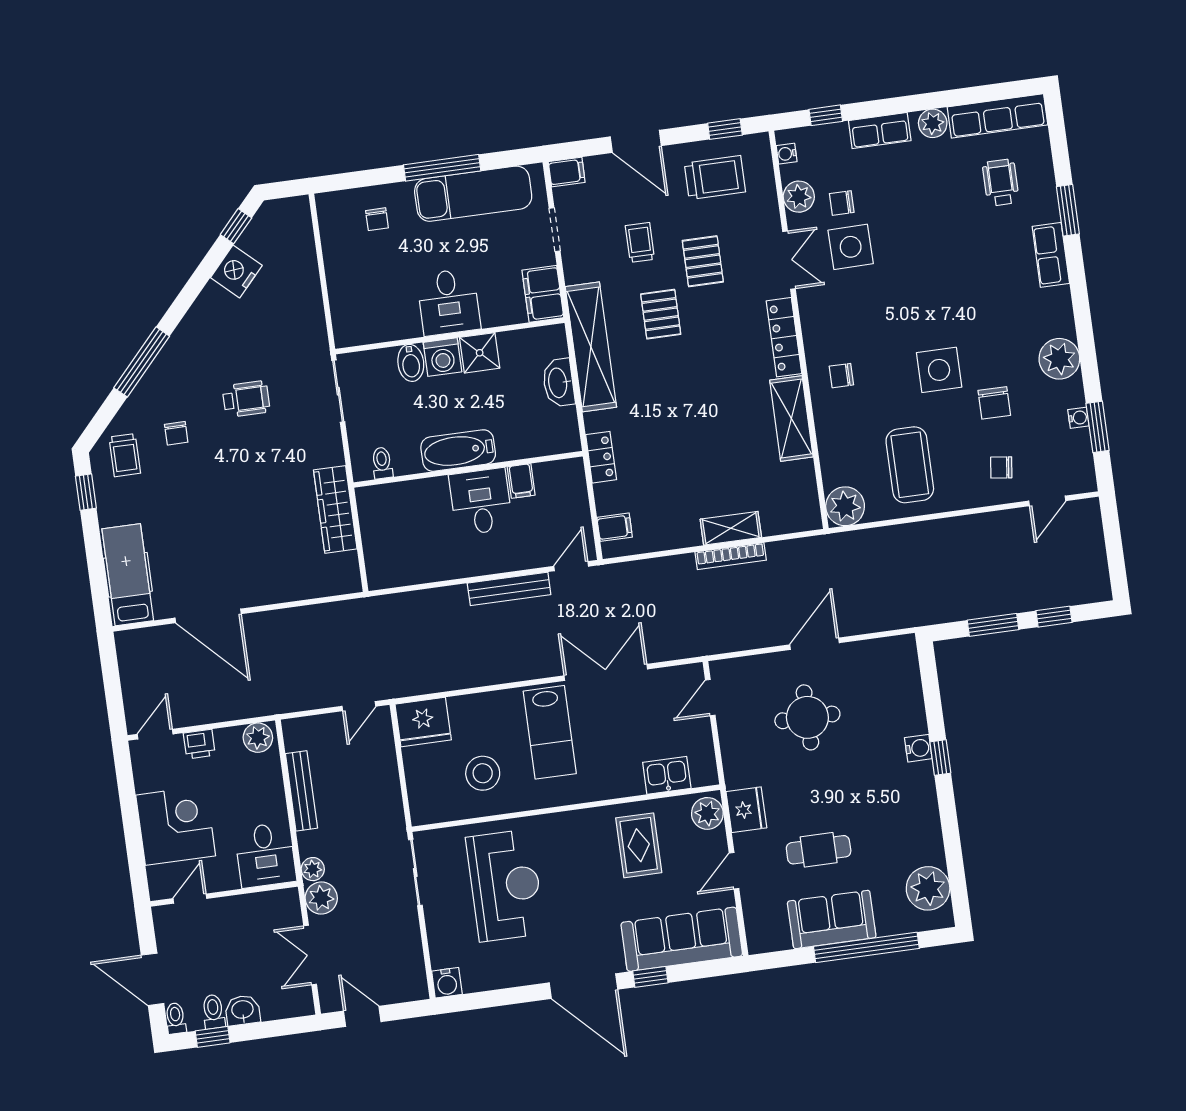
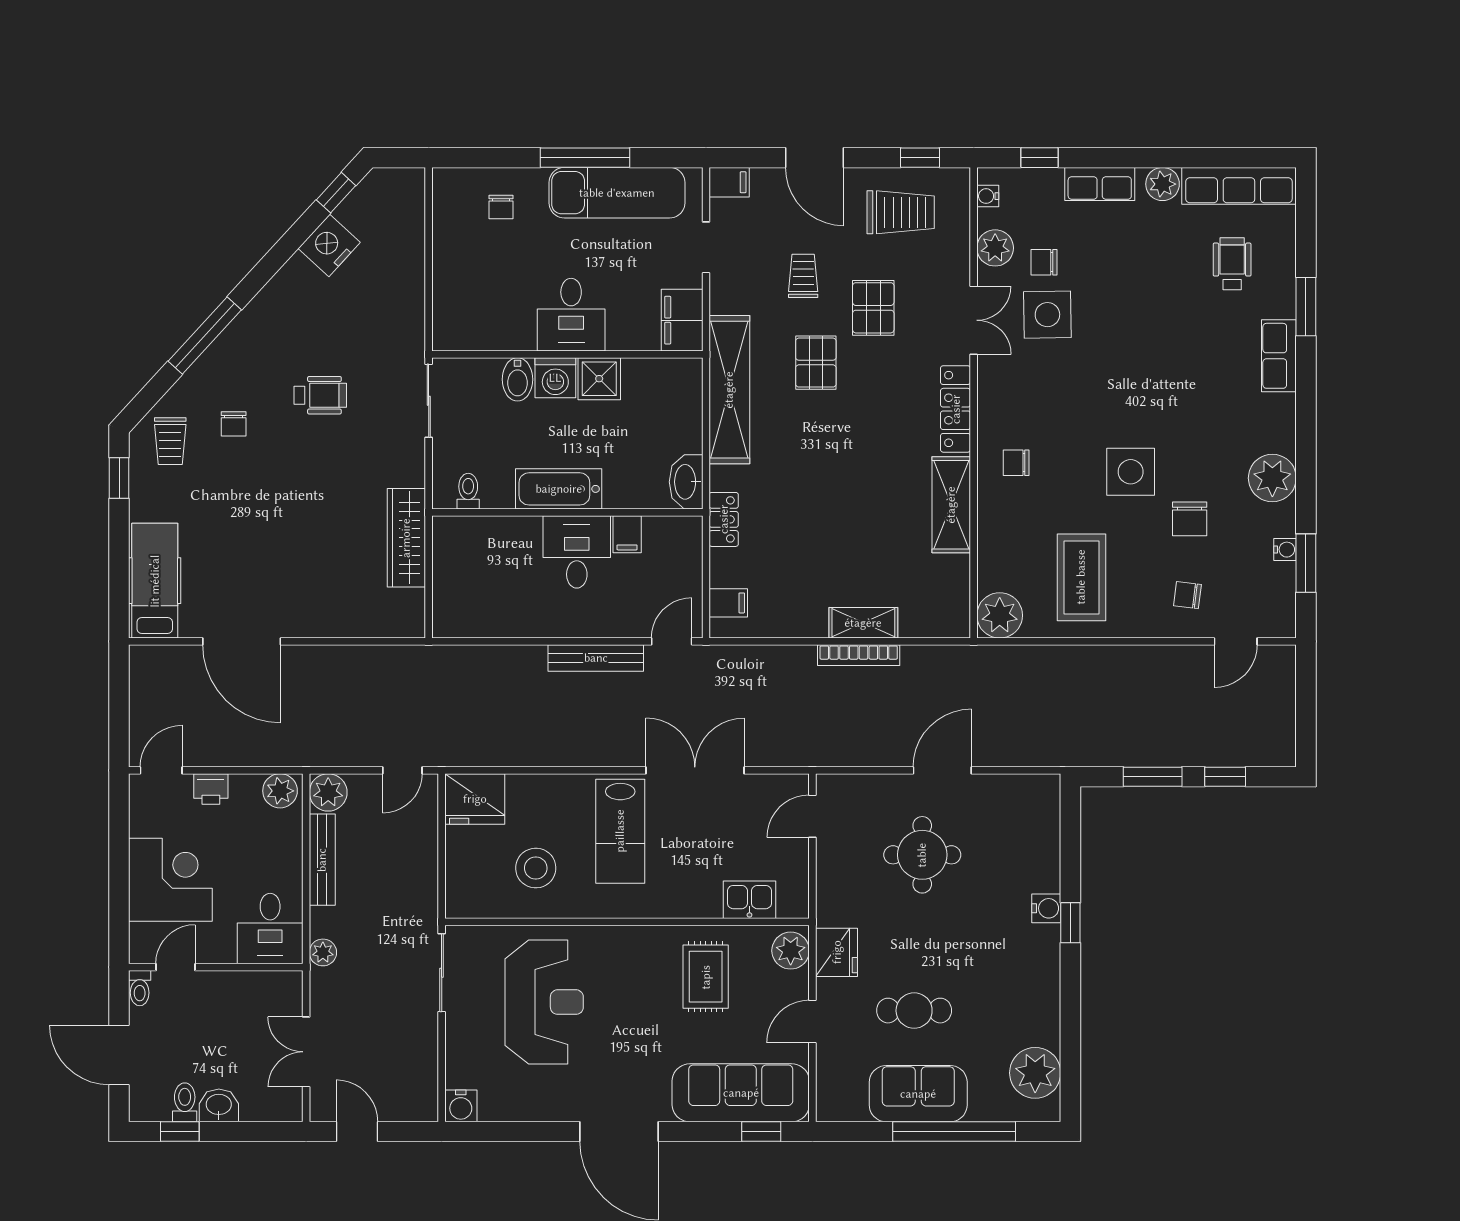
washbasin: (558, 383) -> (686, 482), moved
plant: (321, 898) -> (328, 792), moved
window: (650, 977) -> (761, 1132), moved
toilet: (176, 1018) -> (140, 988), moved, turned 180

